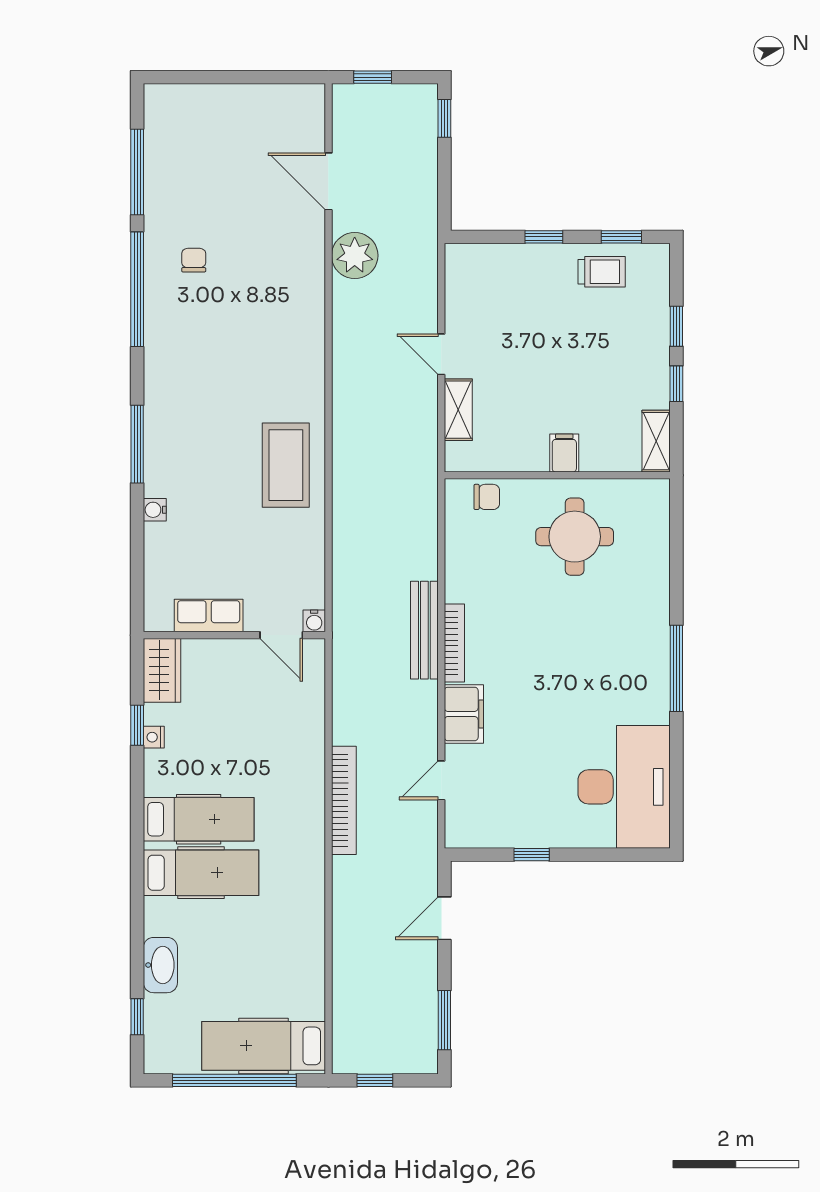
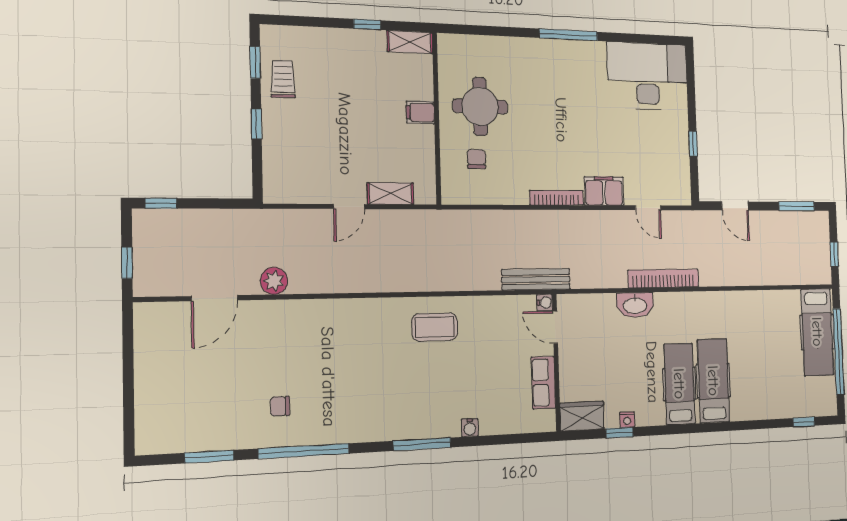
window: (137, 172) -> (209, 457), width x0.69
plant: (355, 256) -> (274, 281), width x0.73, depth x0.73
window: (676, 326) -> (324, 22), removed
coffee table: (286, 465) -> (435, 327), width x0.73, depth x0.76
chair: (487, 497) -> (476, 159), moved
bench: (424, 630) -> (536, 279), moved
door: (281, 635) -> (555, 327), swing flipped
washbasin: (160, 965) -> (635, 305), moved, turned 180

